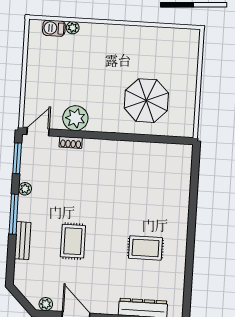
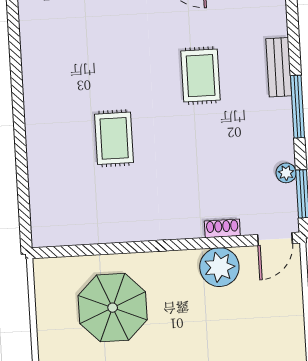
plant: (25, 189) -> (286, 173), moved
rug: (145, 248) -> (114, 138), moved, turned 90

